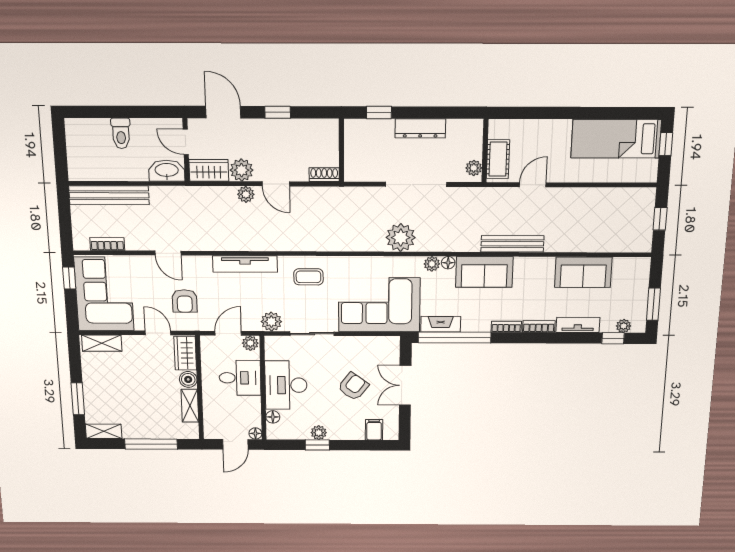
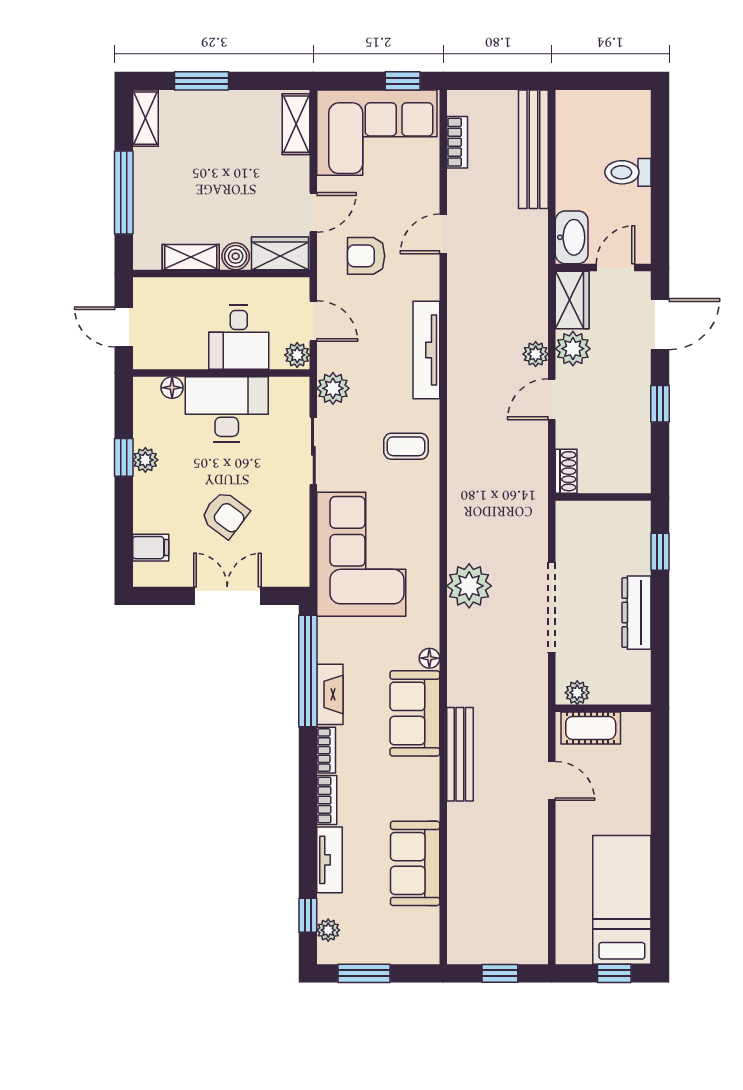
plant: (432, 264) -> (427, 634), removed
coffee table: (308, 277) -> (406, 446), turned 90
fireplace: (441, 324) -> (330, 694), moved
floor lamp: (255, 433) -> (143, 359), removed

